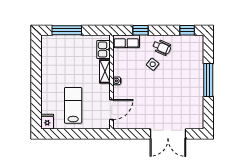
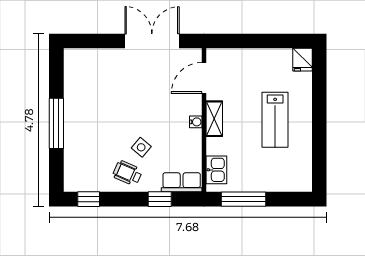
window: (67, 30) -> (244, 199), moved
shelving: (105, 71) -> (214, 119), moved
lab bench: (73, 105) -> (275, 120), moved
double door: (168, 134) -> (152, 41), moved

